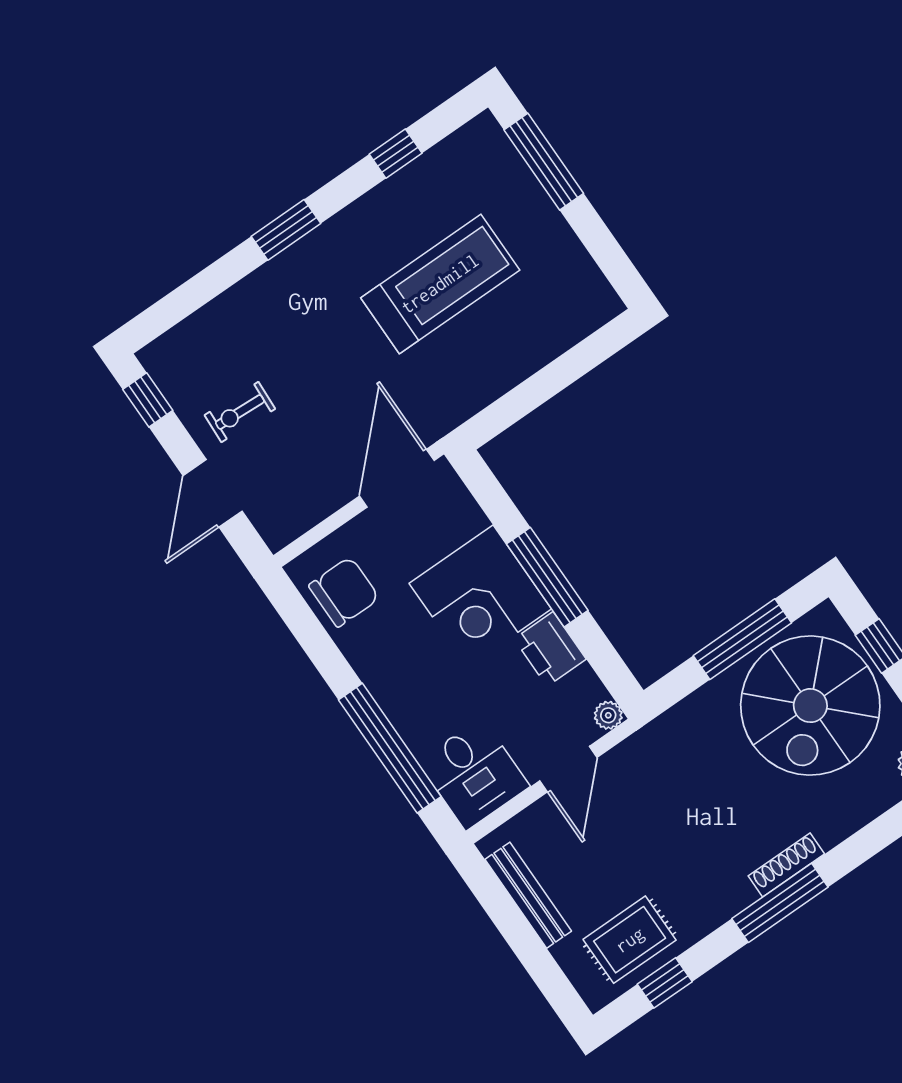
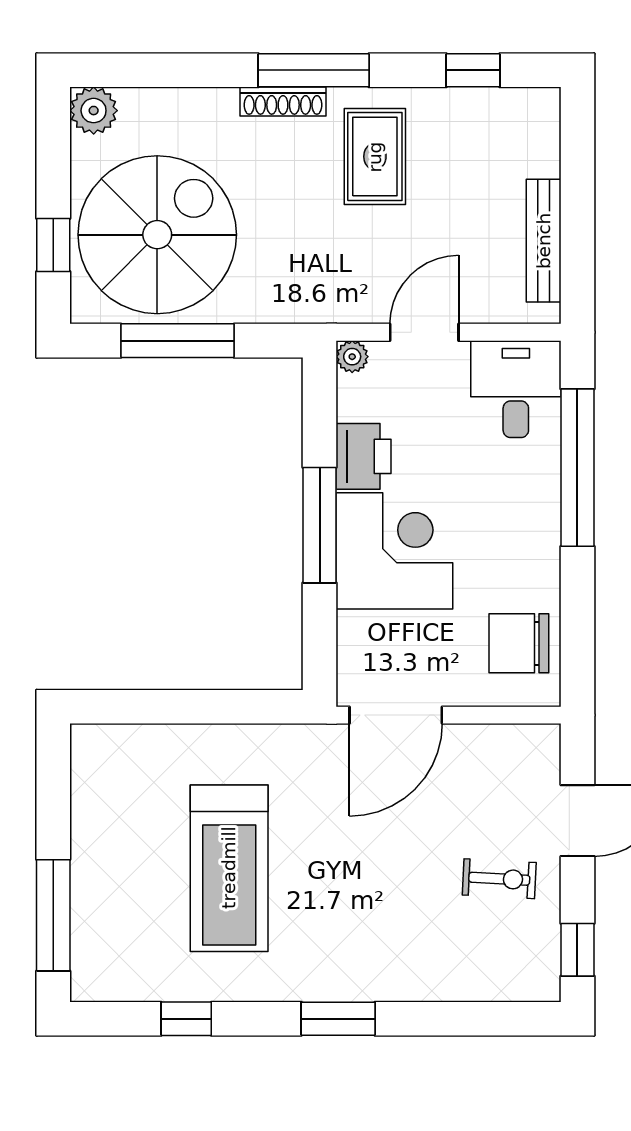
treadmill: (440, 284) -> (229, 868), turned -90
rug: (630, 940) -> (375, 157), moved, turned 90

